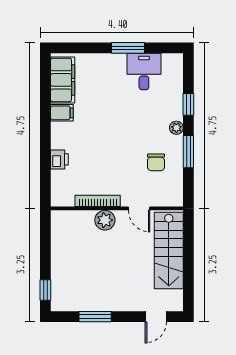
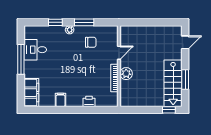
window: (128, 48) -> (21, 59), width x1.44
filing cabinet: (63, 80) -> (31, 93), moved, turned 90
stairs: (169, 251) -> (173, 83), moved, turned 90
door: (156, 317) -> (185, 42), hinge flipped

